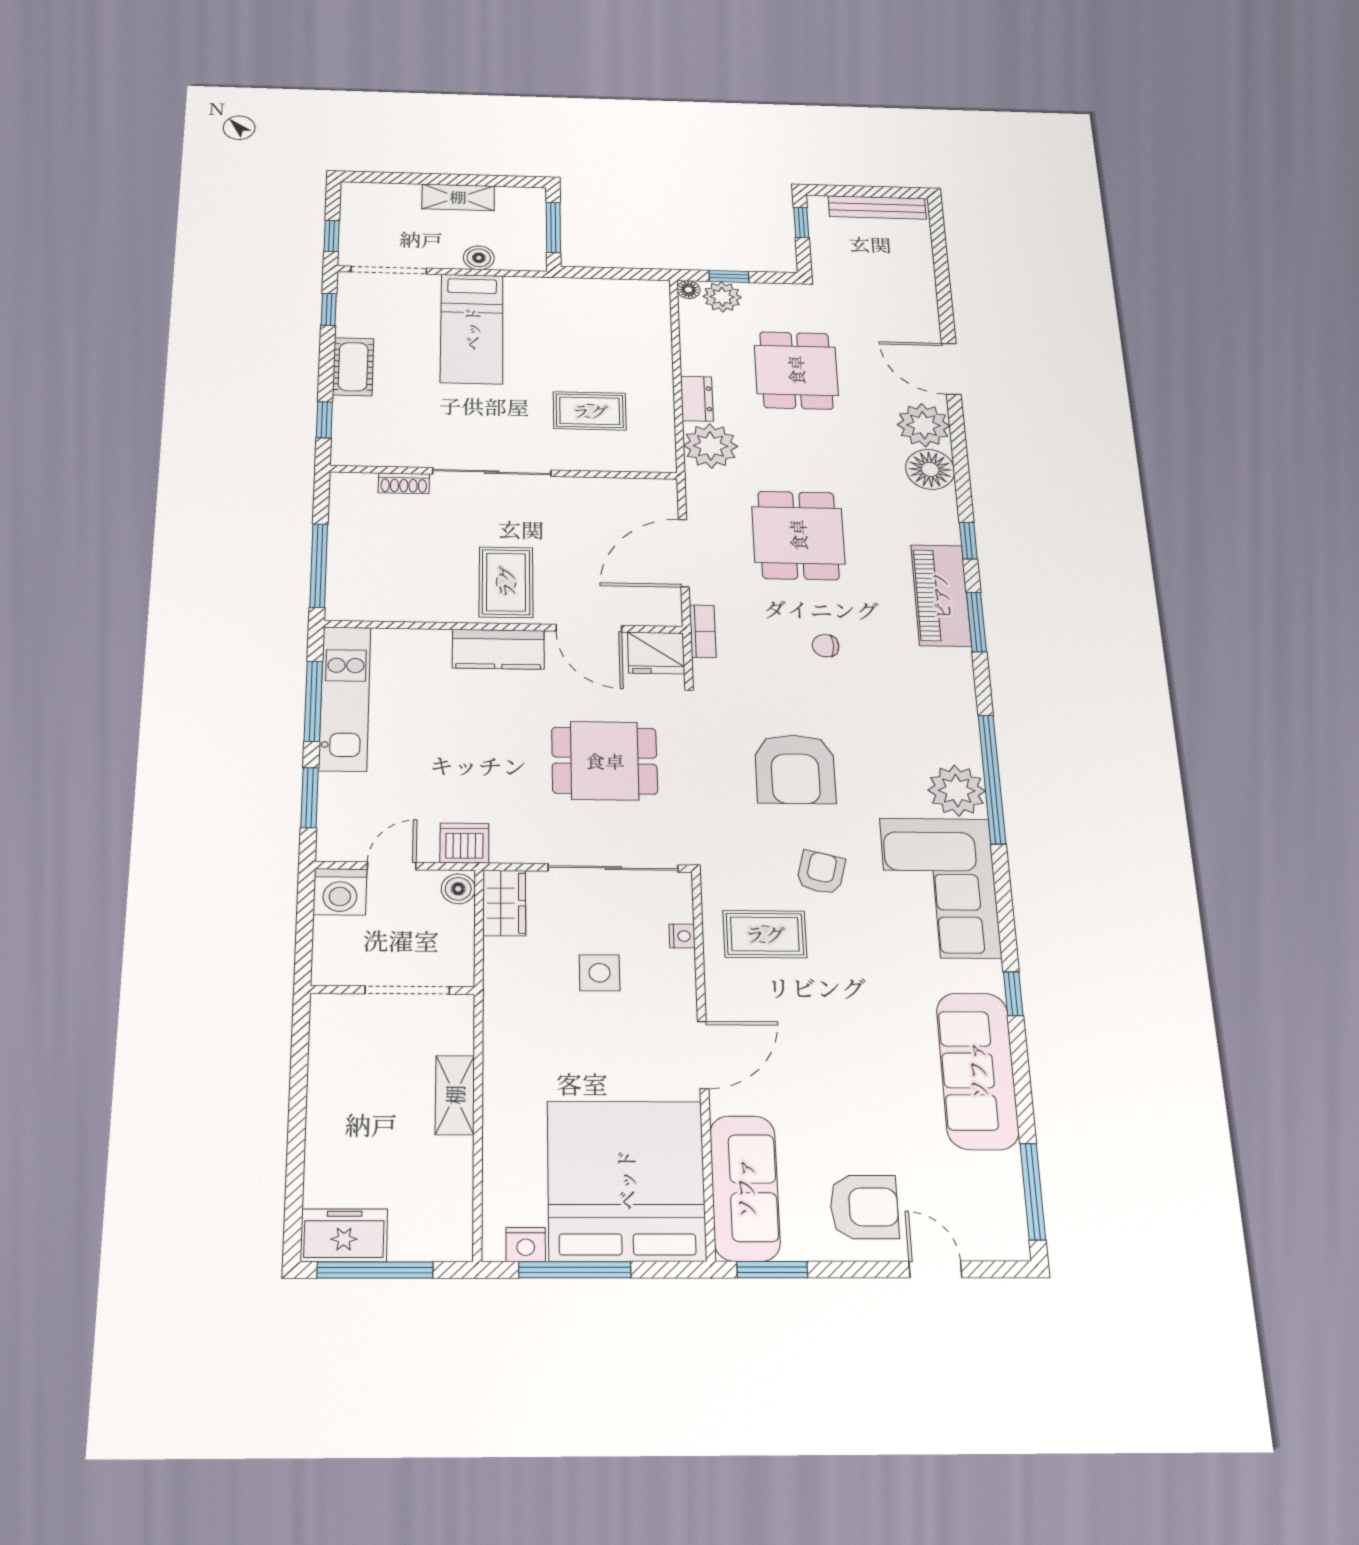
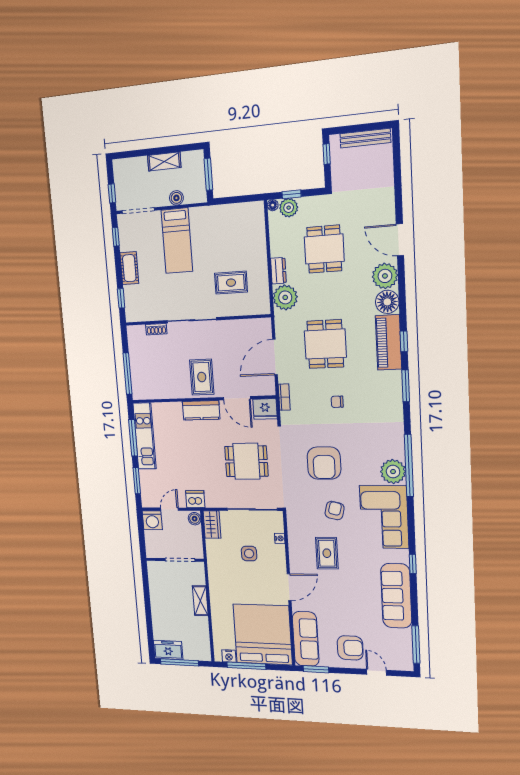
piano: (941, 595) -> (389, 342), moved
rug: (765, 934) -> (327, 553), moved, turned 90

